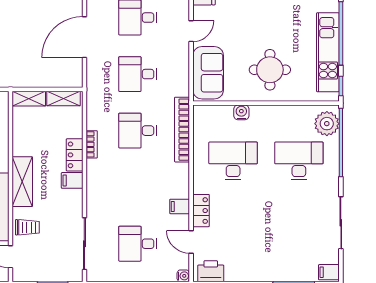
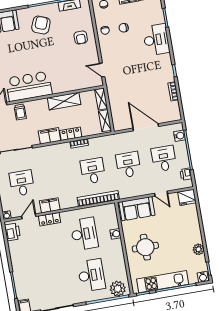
filing cabinet: (72, 180) -> (49, 136), width x2.00
shelving: (22, 182) -> (64, 101), moved
filing cabinet: (180, 206) -> (50, 205), width x2.00

